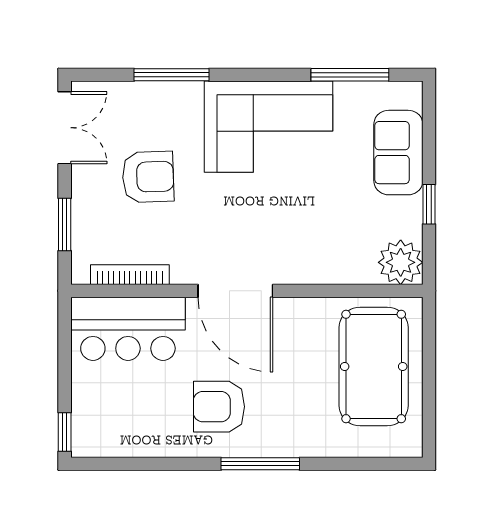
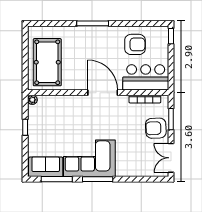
window: (172, 75) -> (98, 179), moved
sofa: (398, 153) -> (46, 167), moved, turned -90
armchair: (148, 177) -> (156, 128), moved
plant: (401, 262) -> (32, 100), width x0.53, depth x0.53
armchair: (219, 407) -> (135, 44), moved

